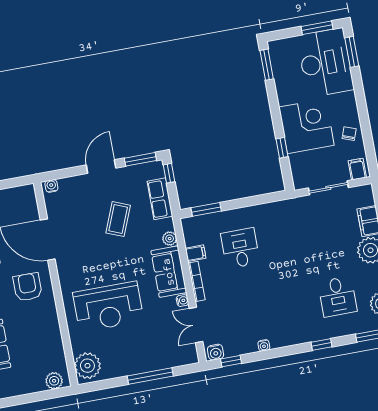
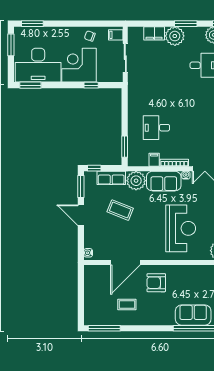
desk: (325, 63) -> (38, 65), moved, turned 180
plant: (170, 239) -> (136, 181), width x1.87, depth x1.87

